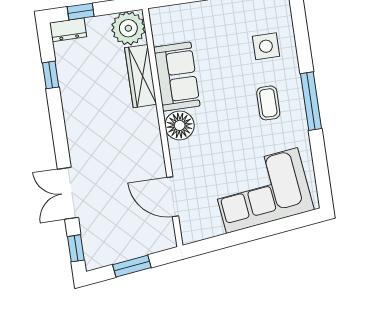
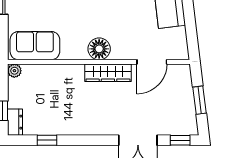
plant: (128, 28) -> (14, 71), width x0.53, depth x0.53
wardrobe: (141, 76) -> (108, 73), moved
sofa: (177, 77) -> (35, 46), moved

